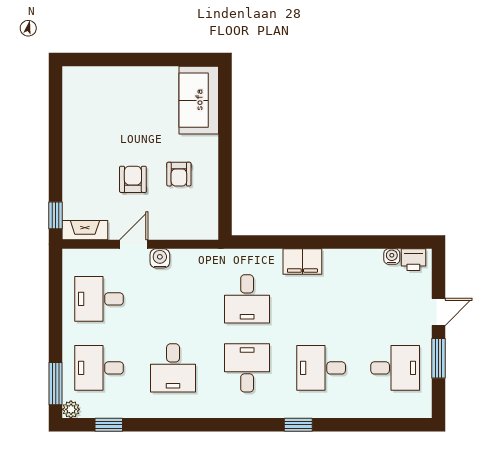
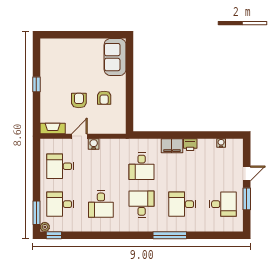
window: (56, 215) -> (36, 84), moved
printer: (413, 260) -> (190, 145), moved
window: (109, 425) -> (54, 235), moved
window: (298, 425) -> (170, 235), width x2.17

